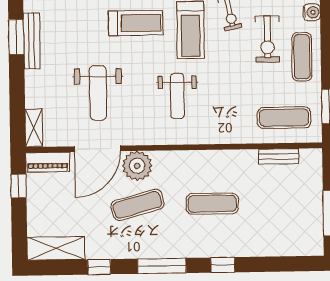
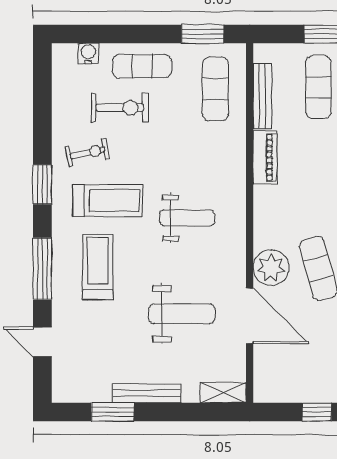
bench: (32, 41) -> (147, 393), moved
bench: (279, 156) -> (262, 96), width x1.36
piano: (48, 162) -> (265, 157), moved
window: (19, 186) -> (317, 412), moved
exercise mat: (212, 204) -> (318, 87), moved

